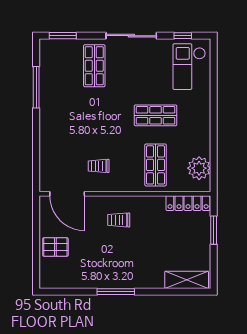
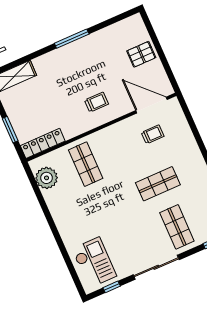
shop shelf: (156, 115) -> (158, 184), moved
trolley: (99, 166) -> (153, 134), moved

